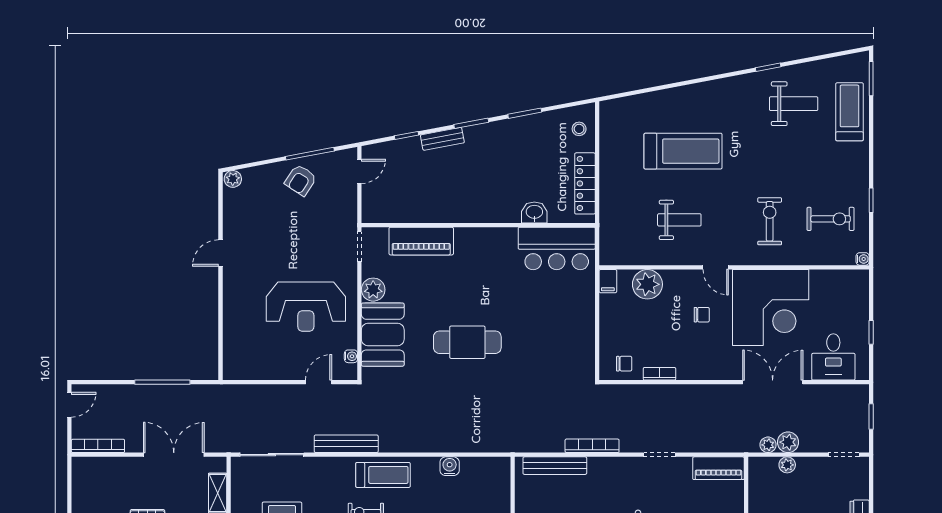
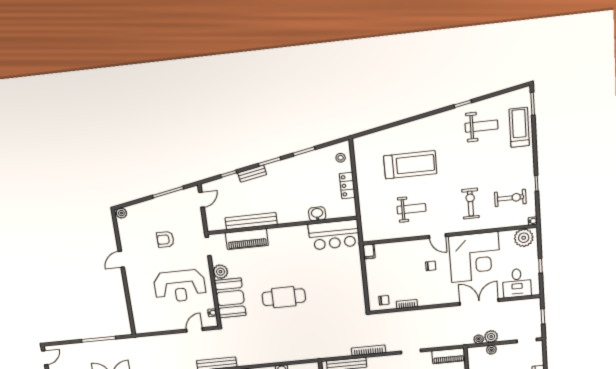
armchair: (301, 180) -> (165, 239), moved, turned 57
locker: (585, 183) -> (347, 185), width x0.66
bench: (432, 213) -> (251, 221), added
plant: (647, 284) -> (524, 238), moved

